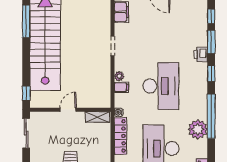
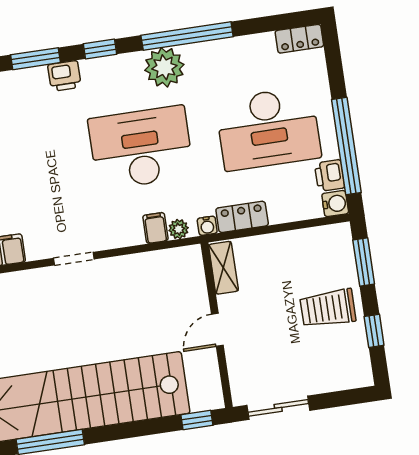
plant: (119, 76) -> (179, 229), moved
door: (68, 110) -> (217, 330), hinge flipped
plant: (198, 129) -> (164, 67), moved
locker: (120, 136) -> (242, 217), width x0.66

